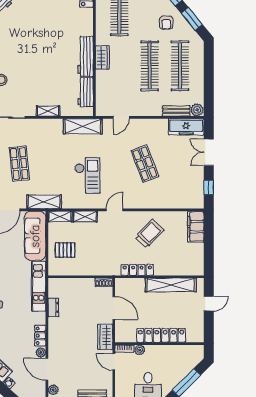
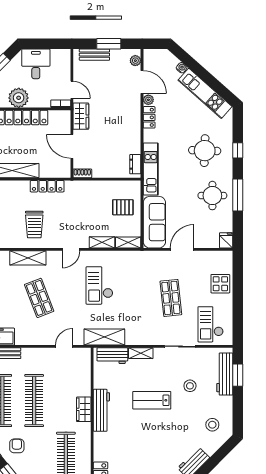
lab bench: (38, 66) -> (152, 400), added
workbench: (86, 92) -> (112, 356), moved, turned 90
shelving: (44, 202) -> (28, 258), moved
trolley: (149, 234) -> (34, 224), turned -44
dresser: (53, 307) -> (135, 164), moved
plant: (140, 350) -> (19, 98), moved, width x1.87, depth x1.87

